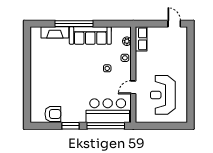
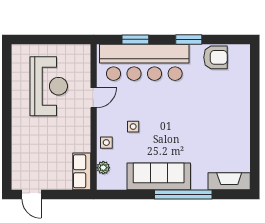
fireplace: (55, 32) -> (229, 181), moved
bar counter: (108, 111) -> (144, 62), width x1.36
armchair: (53, 114) -> (215, 57), turned 180
window: (106, 126) -> (135, 39), width x0.47

